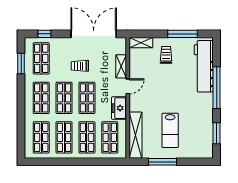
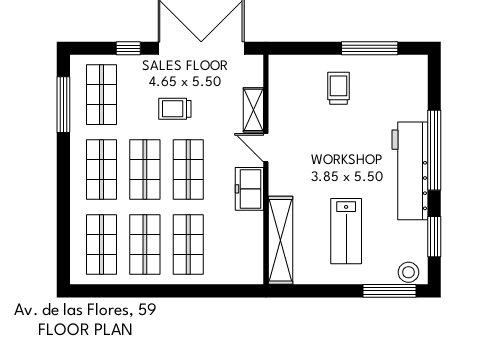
window: (44, 34) -> (128, 48), moved
shelving: (141, 43) -> (291, 65), removed
window: (21, 64) -> (63, 105), width x1.44
workbench: (204, 66) -> (410, 171), moved
door: (128, 86) -> (266, 148), swing flipped
shop shelf: (110, 137) -> (232, 244), removed
stool: (203, 152) -> (408, 272), added
window: (162, 162) -> (389, 291), moved

